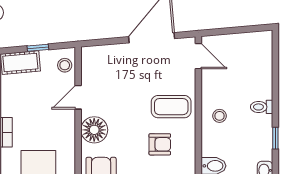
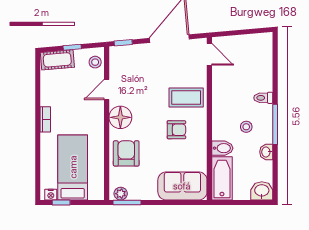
window: (98, 42) -> (123, 43), added
stool: (219, 116) -> (246, 127), moved
window: (275, 138) -> (275, 124), width x2.17

